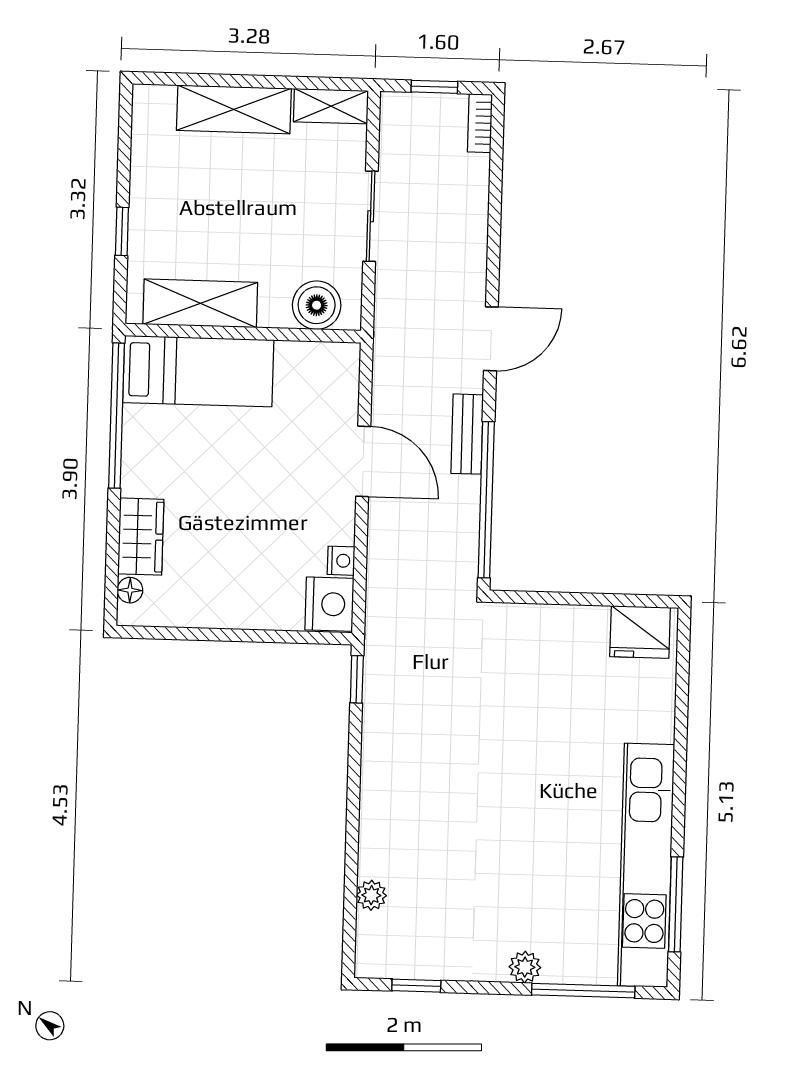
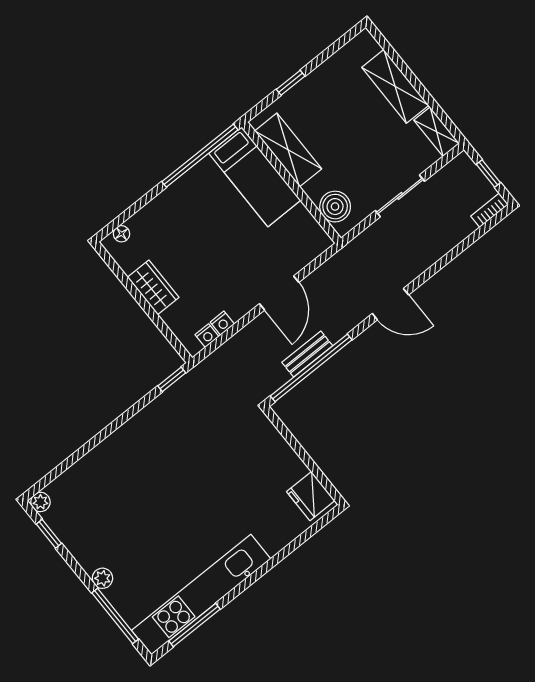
bench: (467, 434) -> (307, 354), moved
wardrobe: (141, 537) -> (153, 287), moved, turned -90
nightstand: (329, 604) -> (207, 336), width x0.53, depth x0.56
plant: (371, 895) -> (40, 502), moved

